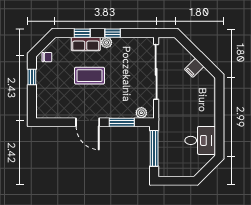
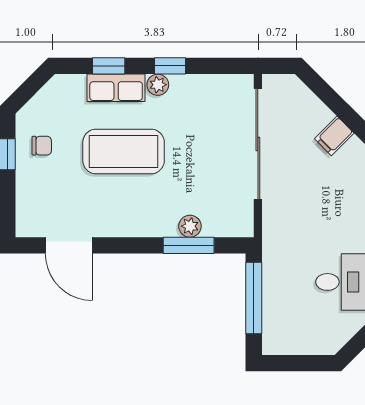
chair: (47, 57) -> (42, 146), moved
coffee table: (89, 76) -> (124, 151), width x1.36, depth x1.32
plant: (141, 113) -> (190, 226), moved
door: (88, 122) -> (69, 245), moved

